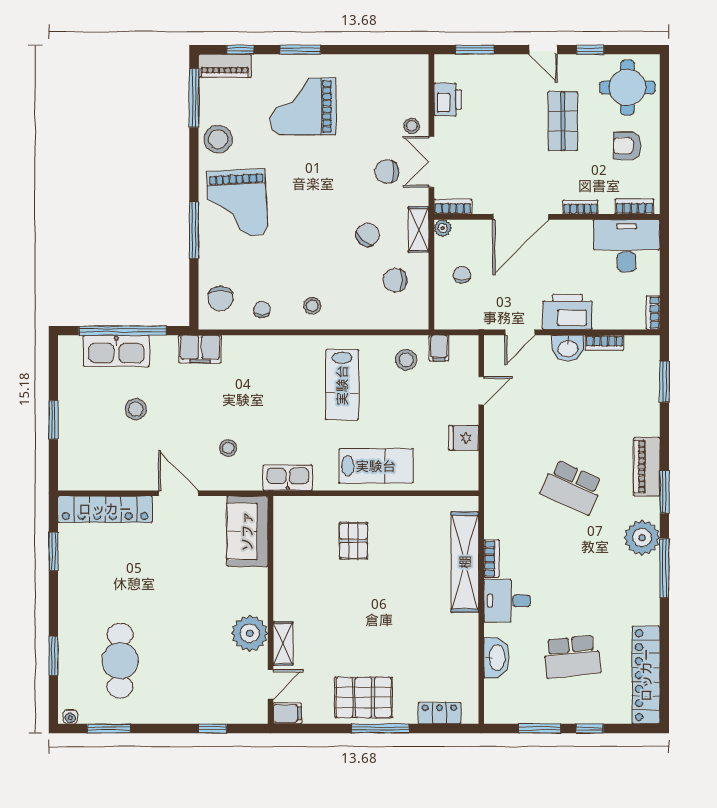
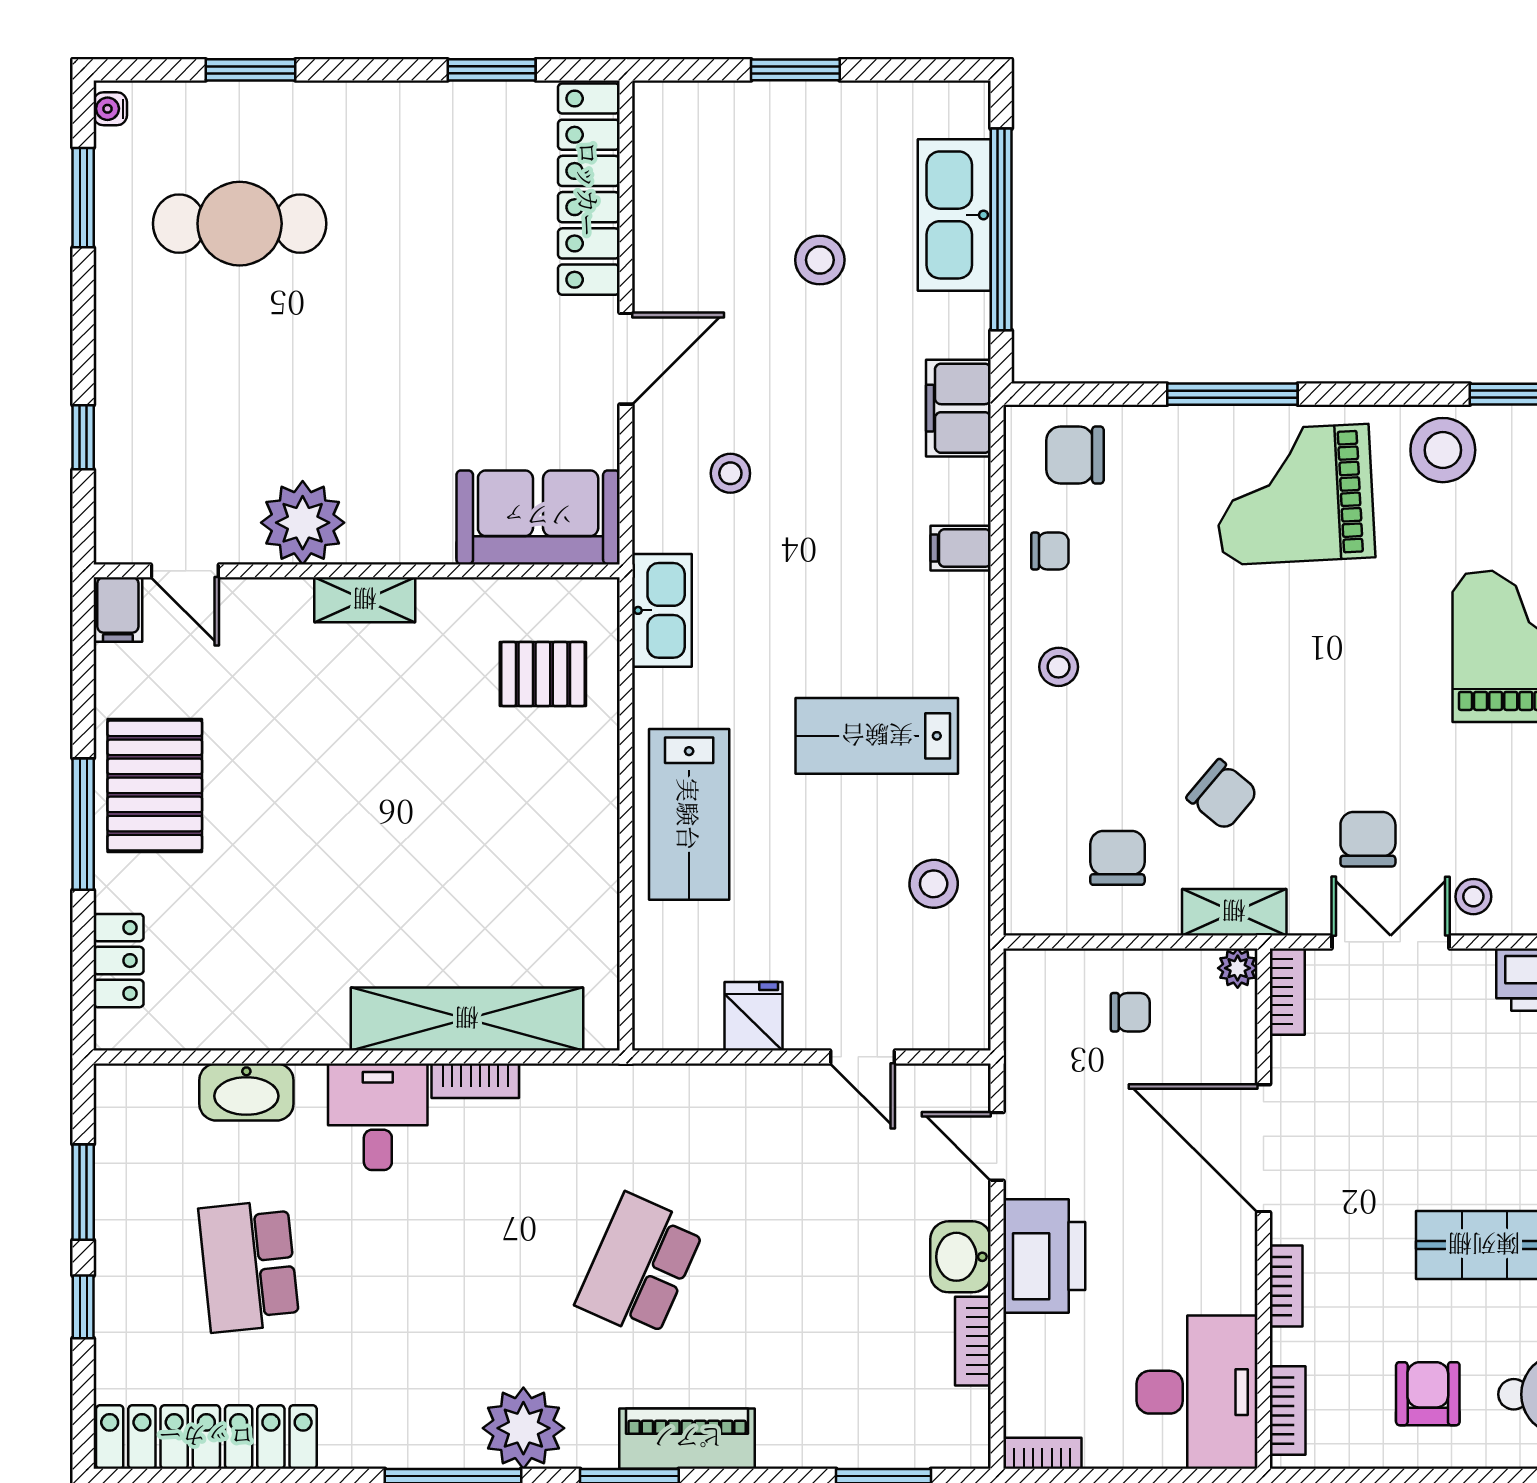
filing cabinet: (439, 348) -> (961, 548), moved
pallet: (353, 541) -> (543, 674), moved
shelving: (283, 643) -> (365, 600), moved

